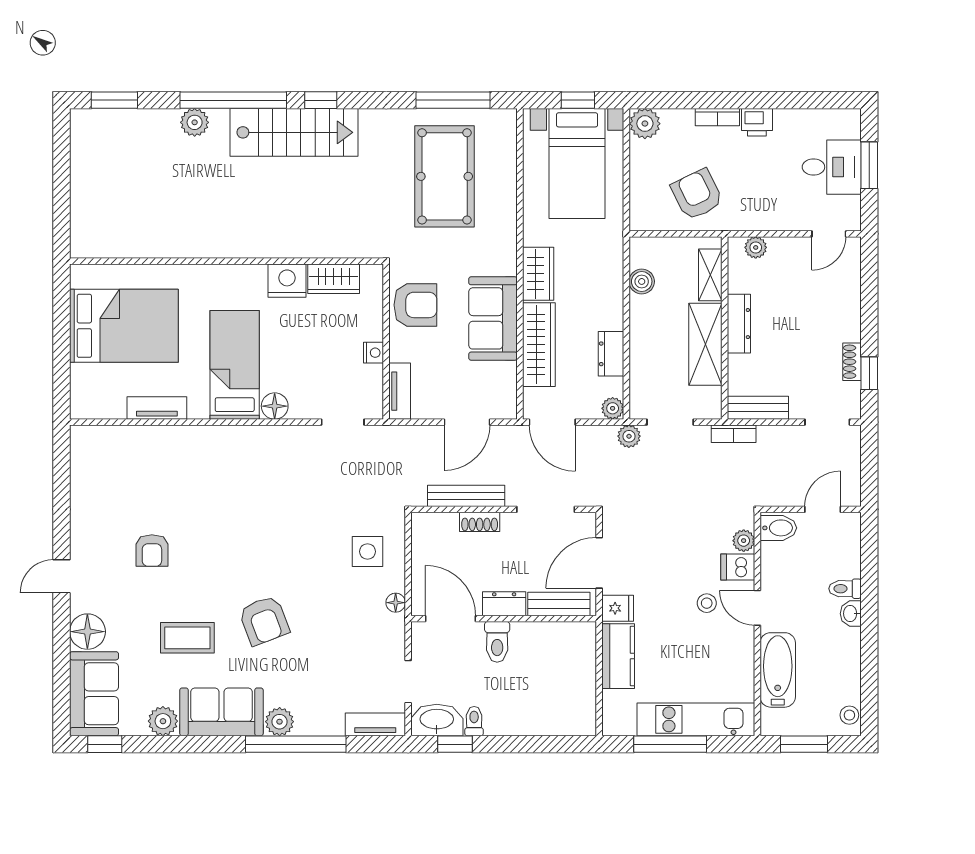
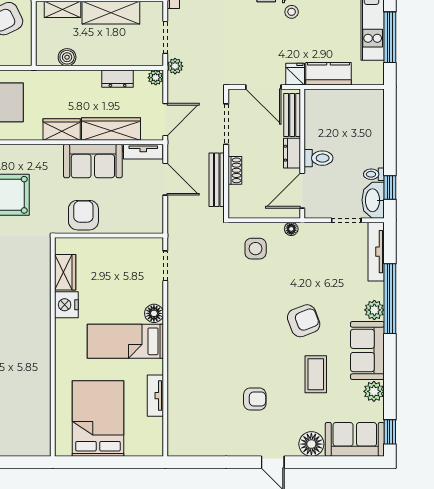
nightstand: (374, 353) -> (117, 244), removed
tv unit: (400, 391) -> (143, 152), moved, turned 180
tv unit: (375, 724) -> (376, 252), width x1.41

